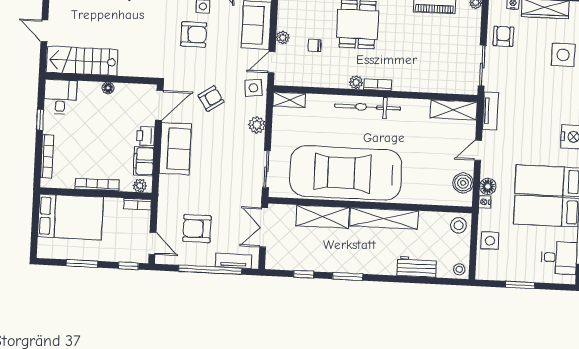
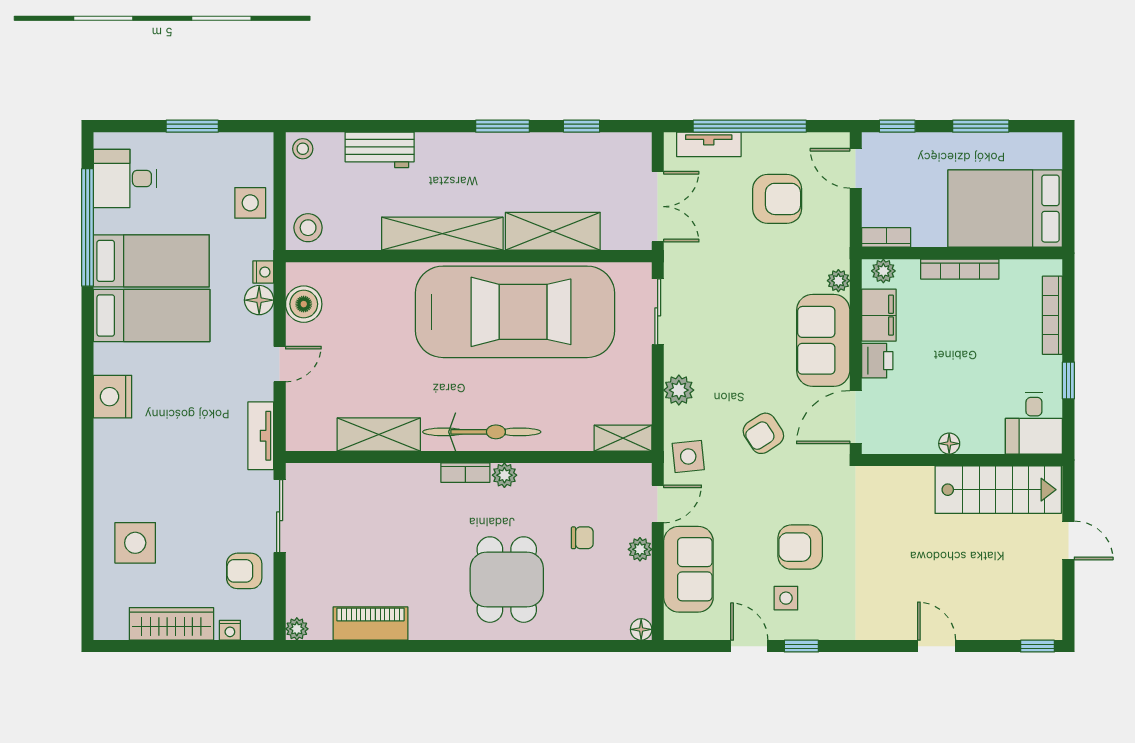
armchair: (503, 36) -> (244, 571), turned 90
shelving: (454, 110) -> (379, 434), moved
plant: (165, 181) -> (838, 281), added

